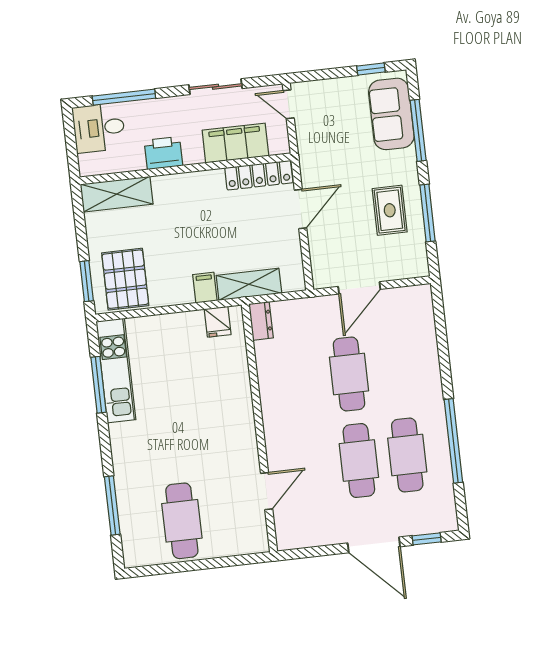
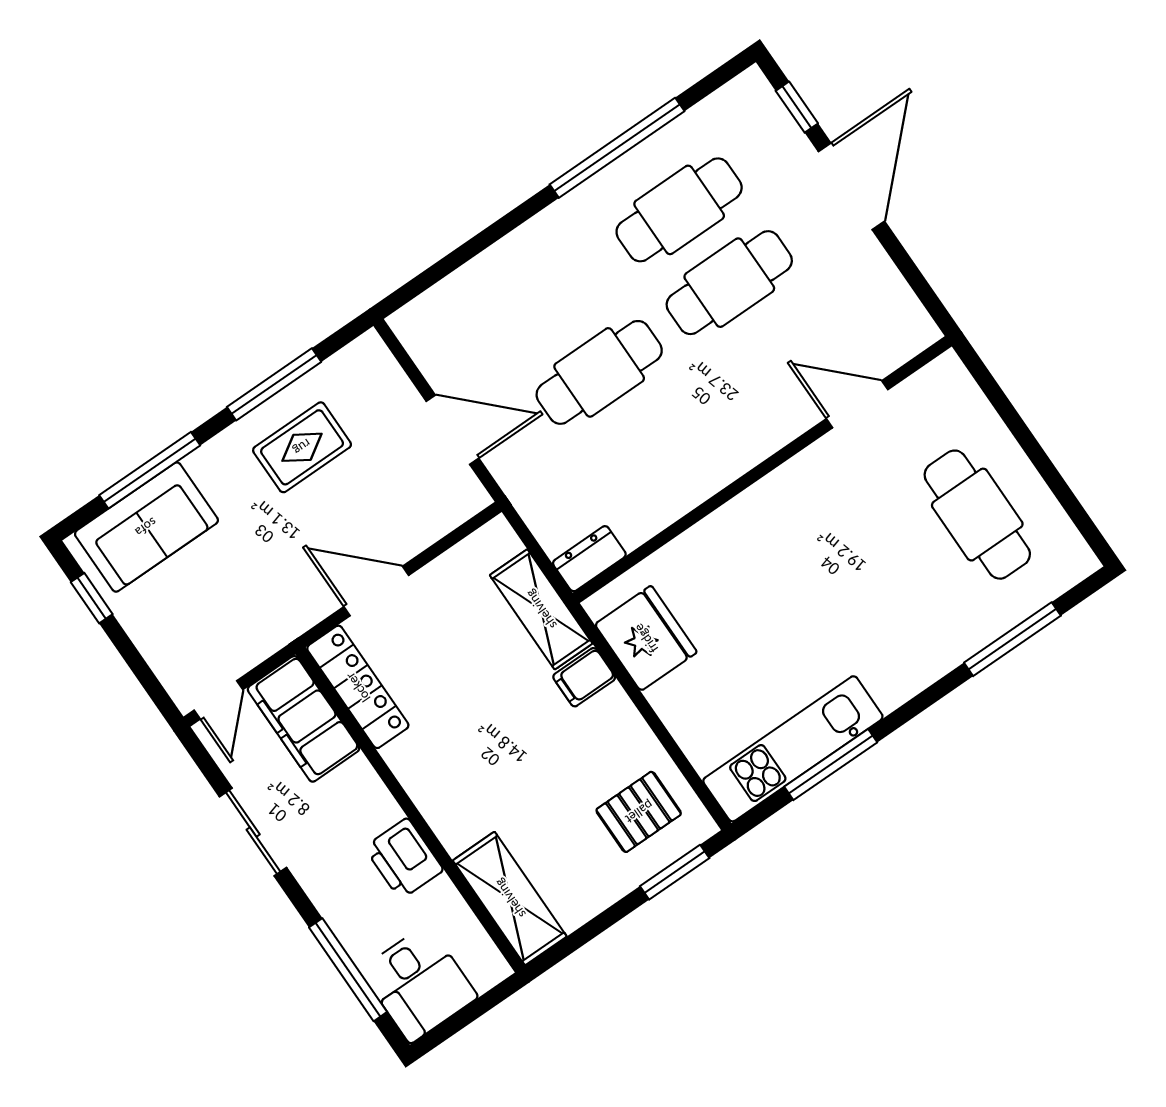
filing cabinet: (235, 143) -> (304, 719), moved
pallet: (125, 279) -> (639, 812), width x0.67, depth x0.71
fridge: (218, 322) -> (646, 638), width x1.88, depth x1.34
cafe table: (182, 521) -> (977, 515), turned 90

